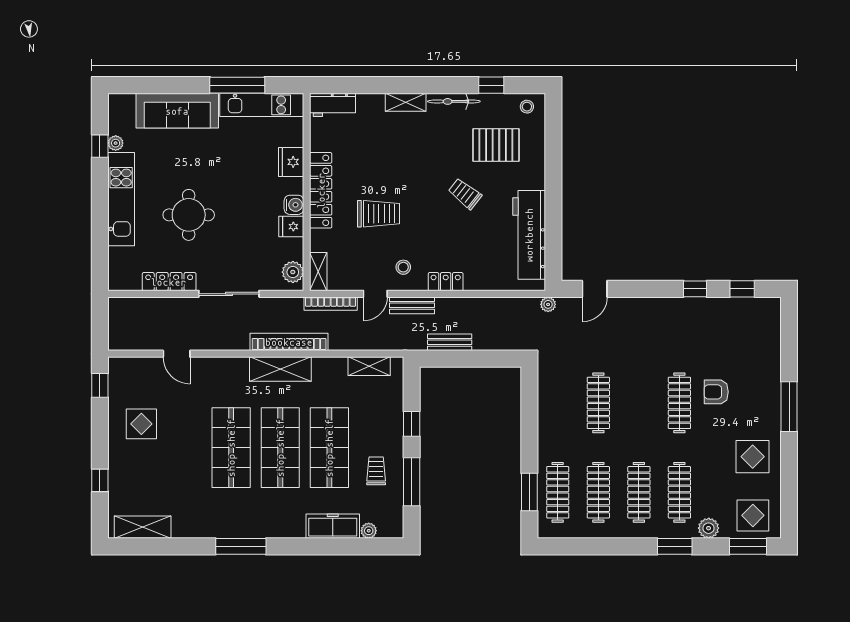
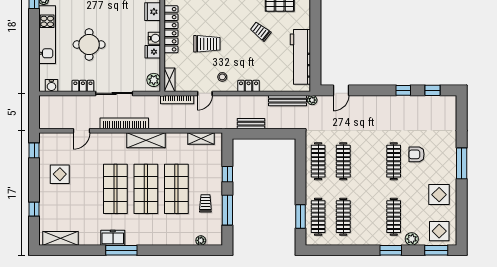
water cooler: (128, 281) -> (51, 86), added
locker: (169, 282) -> (83, 86), width x0.66
bench: (412, 305) -> (288, 101), moved, width x1.36
bookcase: (289, 342) -> (124, 123), moved
door: (177, 354) -> (82, 131), hinge flipped
clothes rail: (639, 492) -> (318, 161), moved
freezer: (333, 526) -> (113, 238), moved, width x0.71

